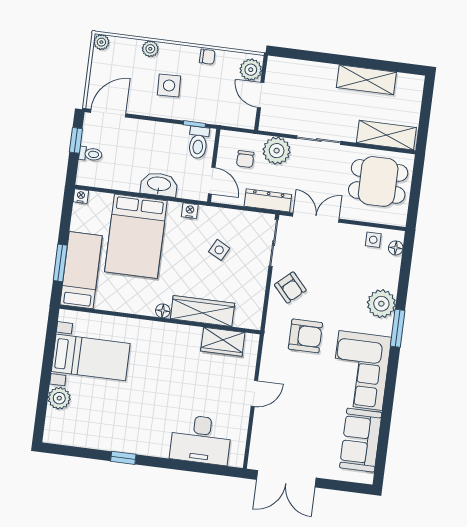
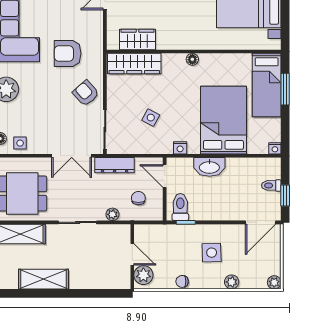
plant: (277, 151) -> (113, 214), width x0.53, depth x0.53
wardrobe: (202, 311) -> (134, 63), moved

